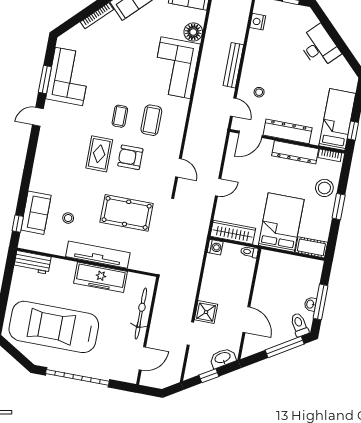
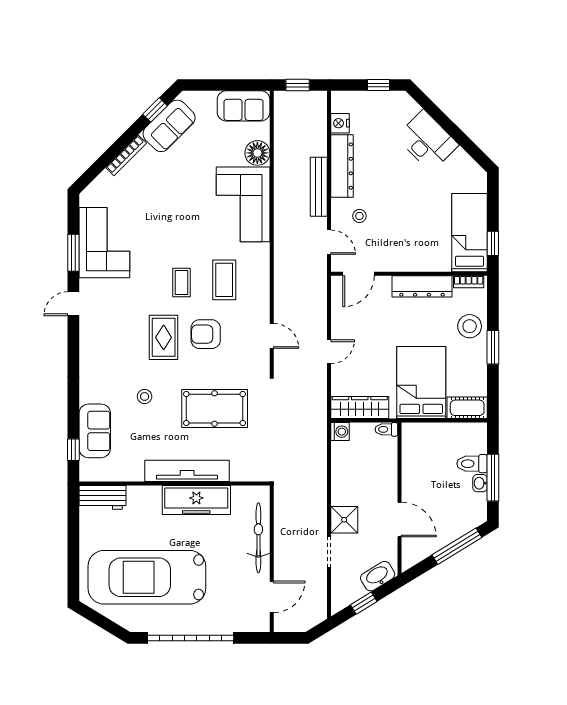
dresser: (288, 131) -> (342, 166), moved, turned 90
stool: (68, 218) -> (145, 396), moved
toilet: (299, 325) -> (472, 464), moved, turned -59

